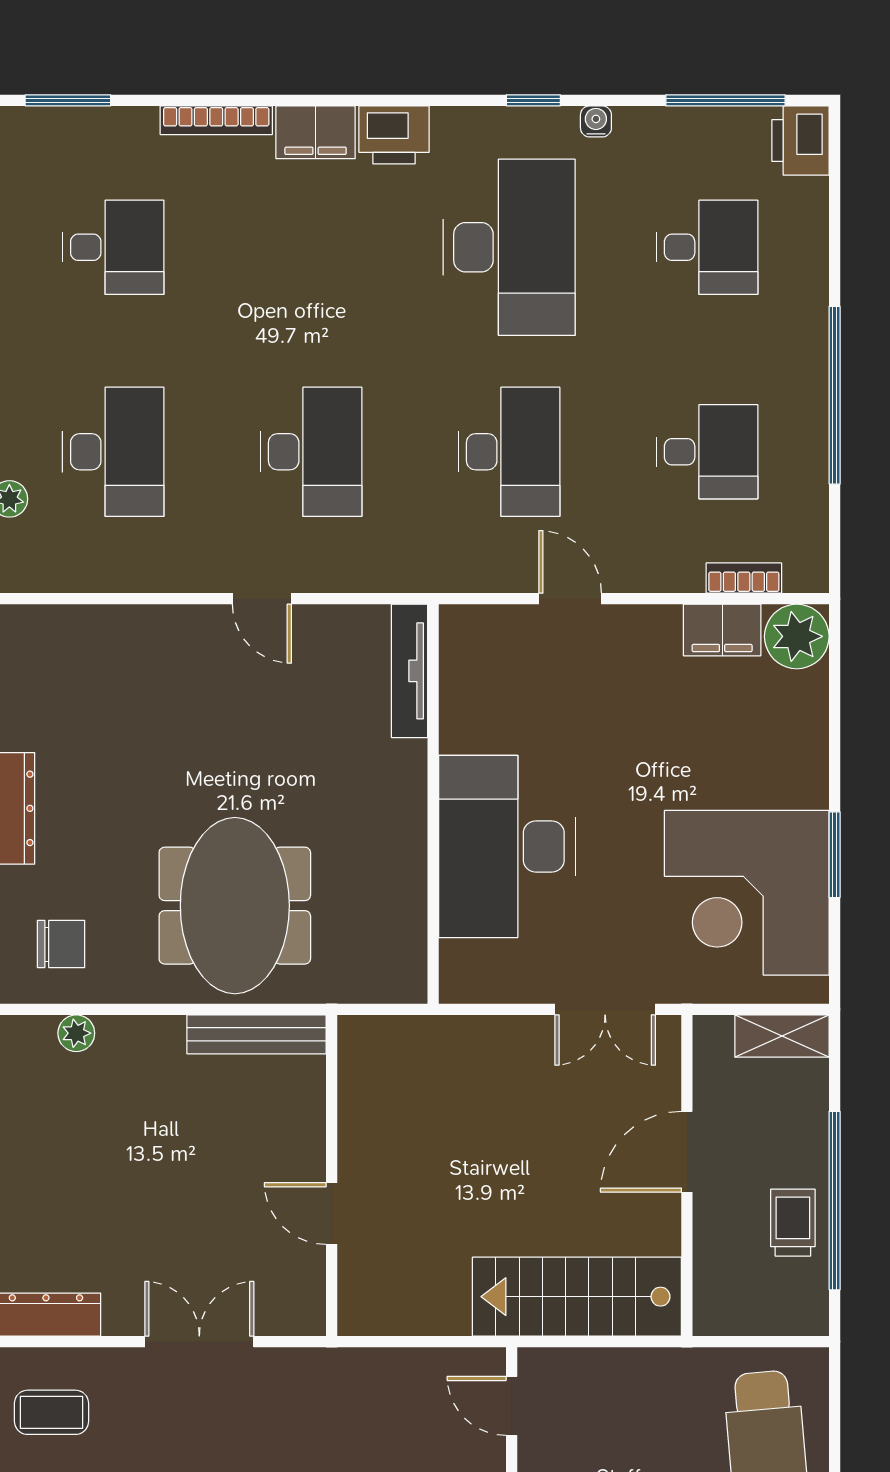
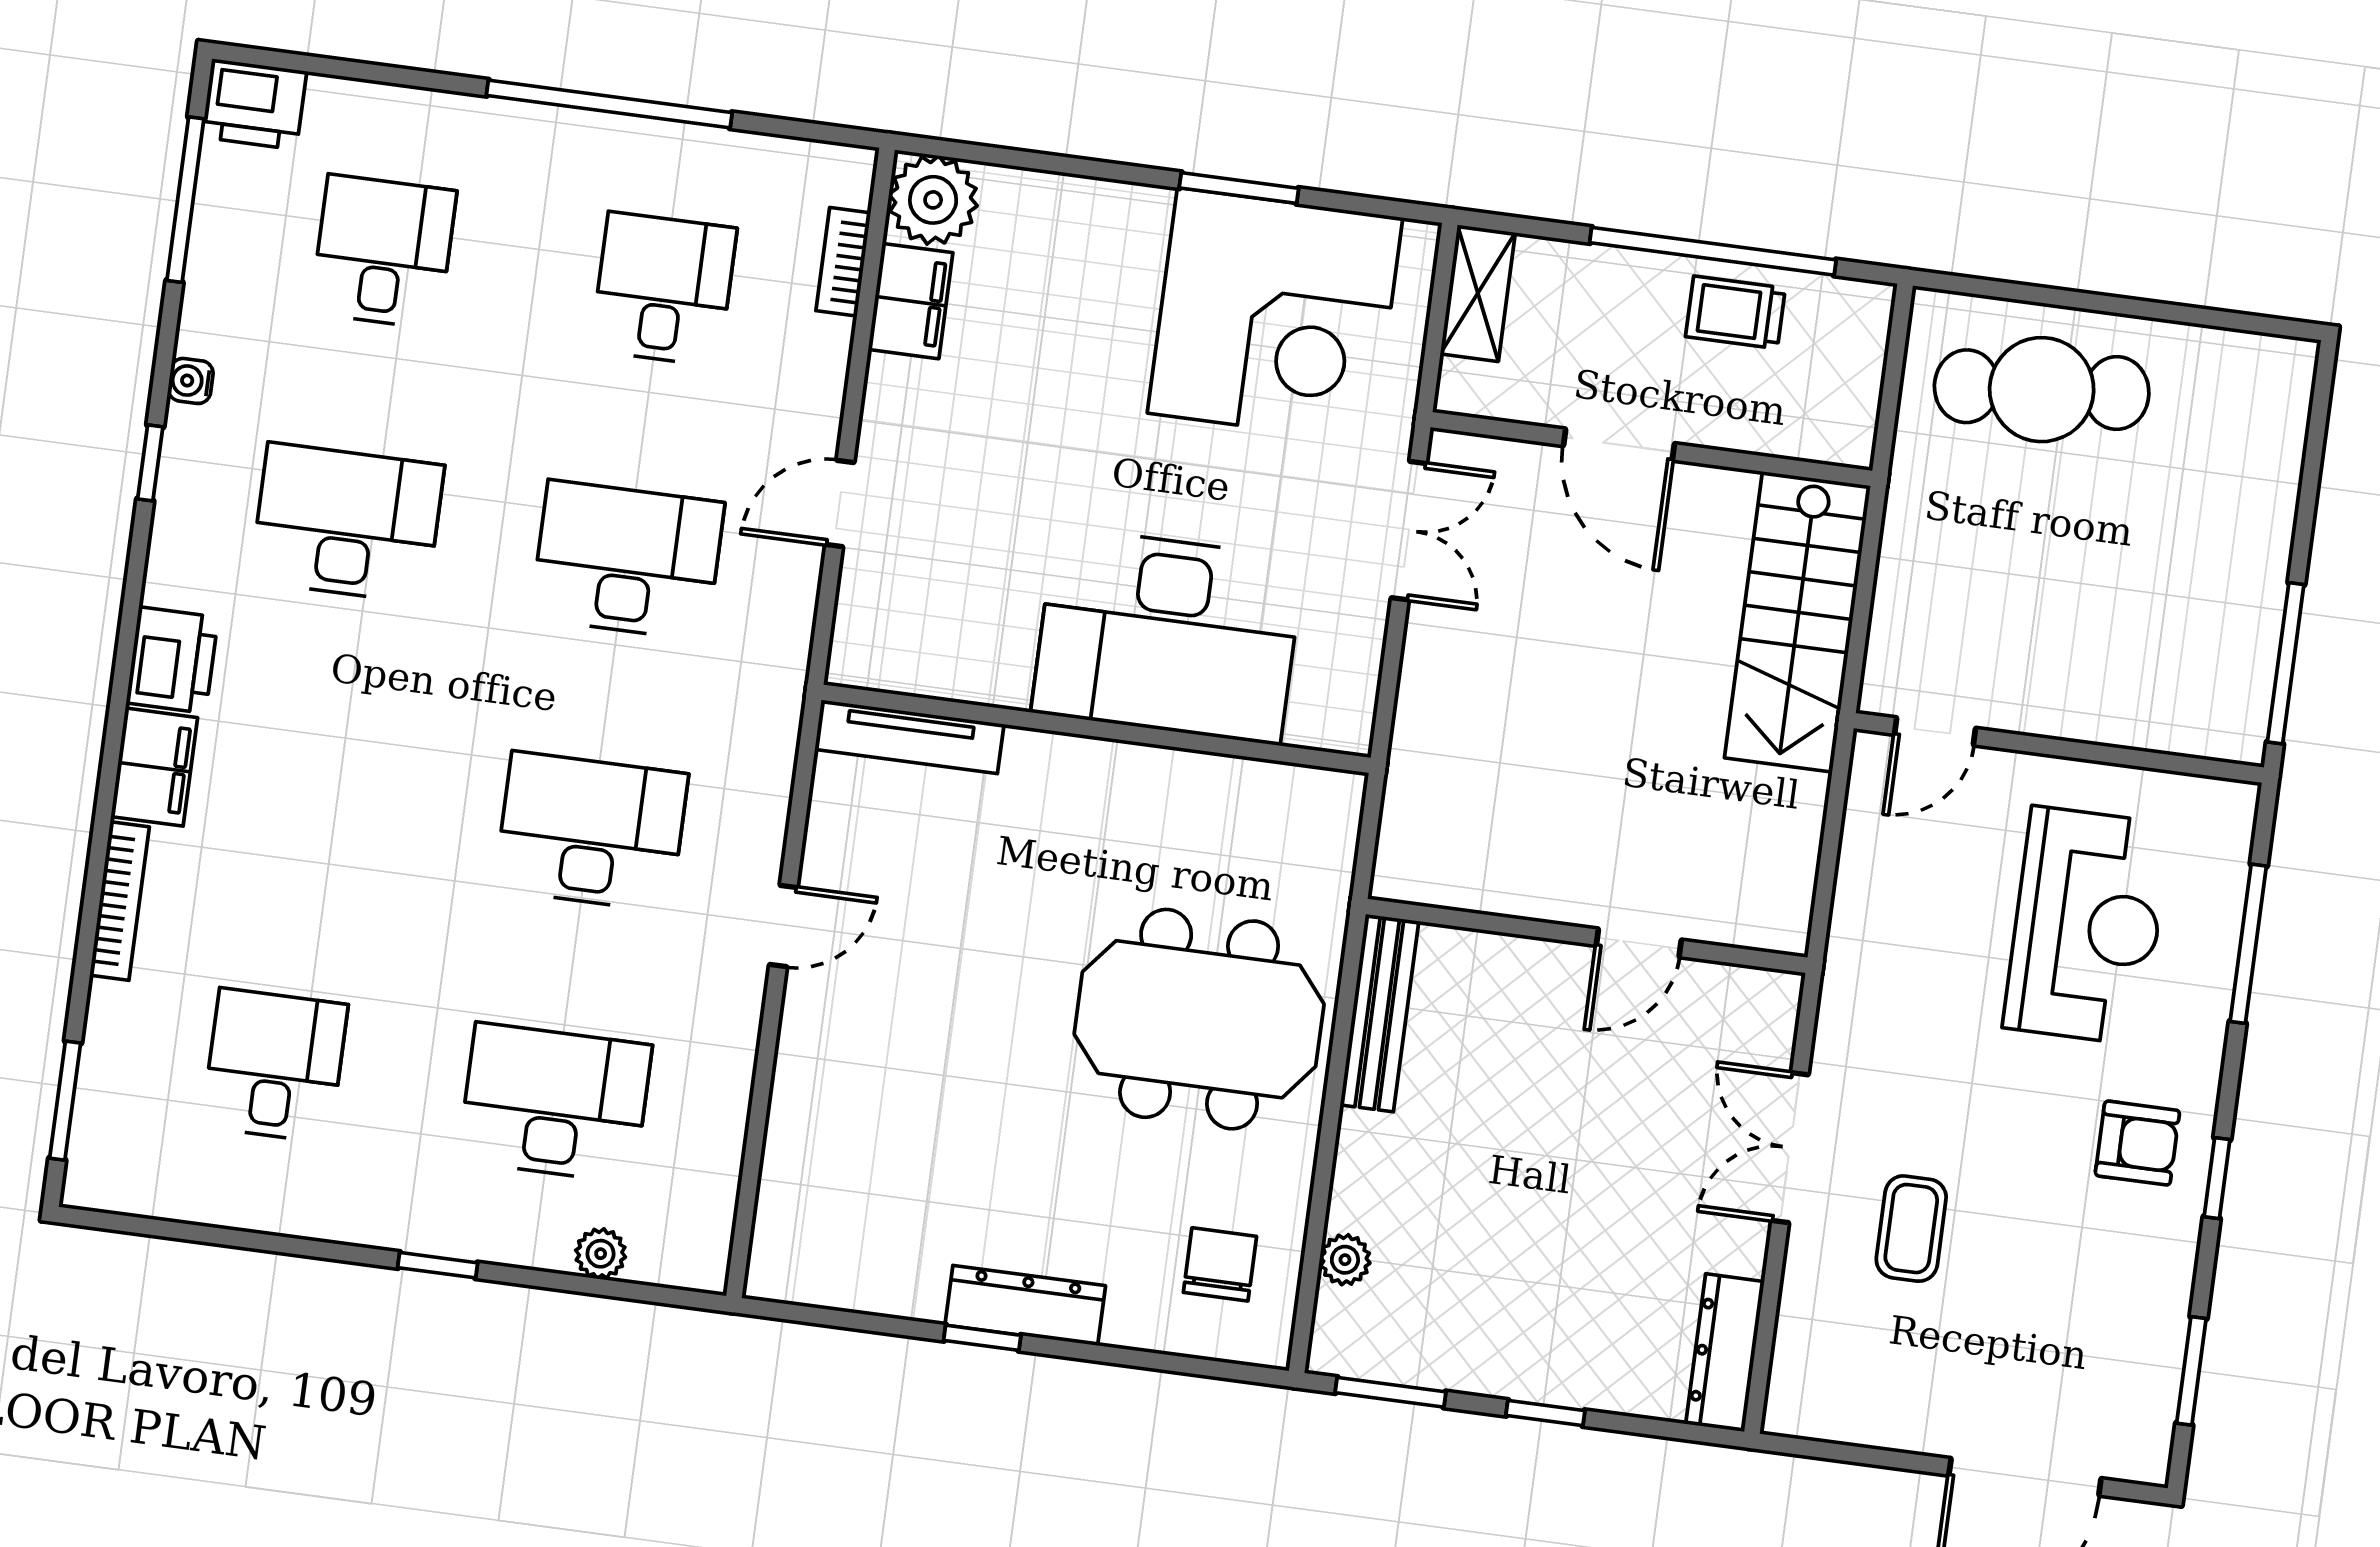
desk: (509, 247) -> (347, 523), width x0.73, depth x0.77
coffee table: (52, 1412) -> (1911, 1229), moved

